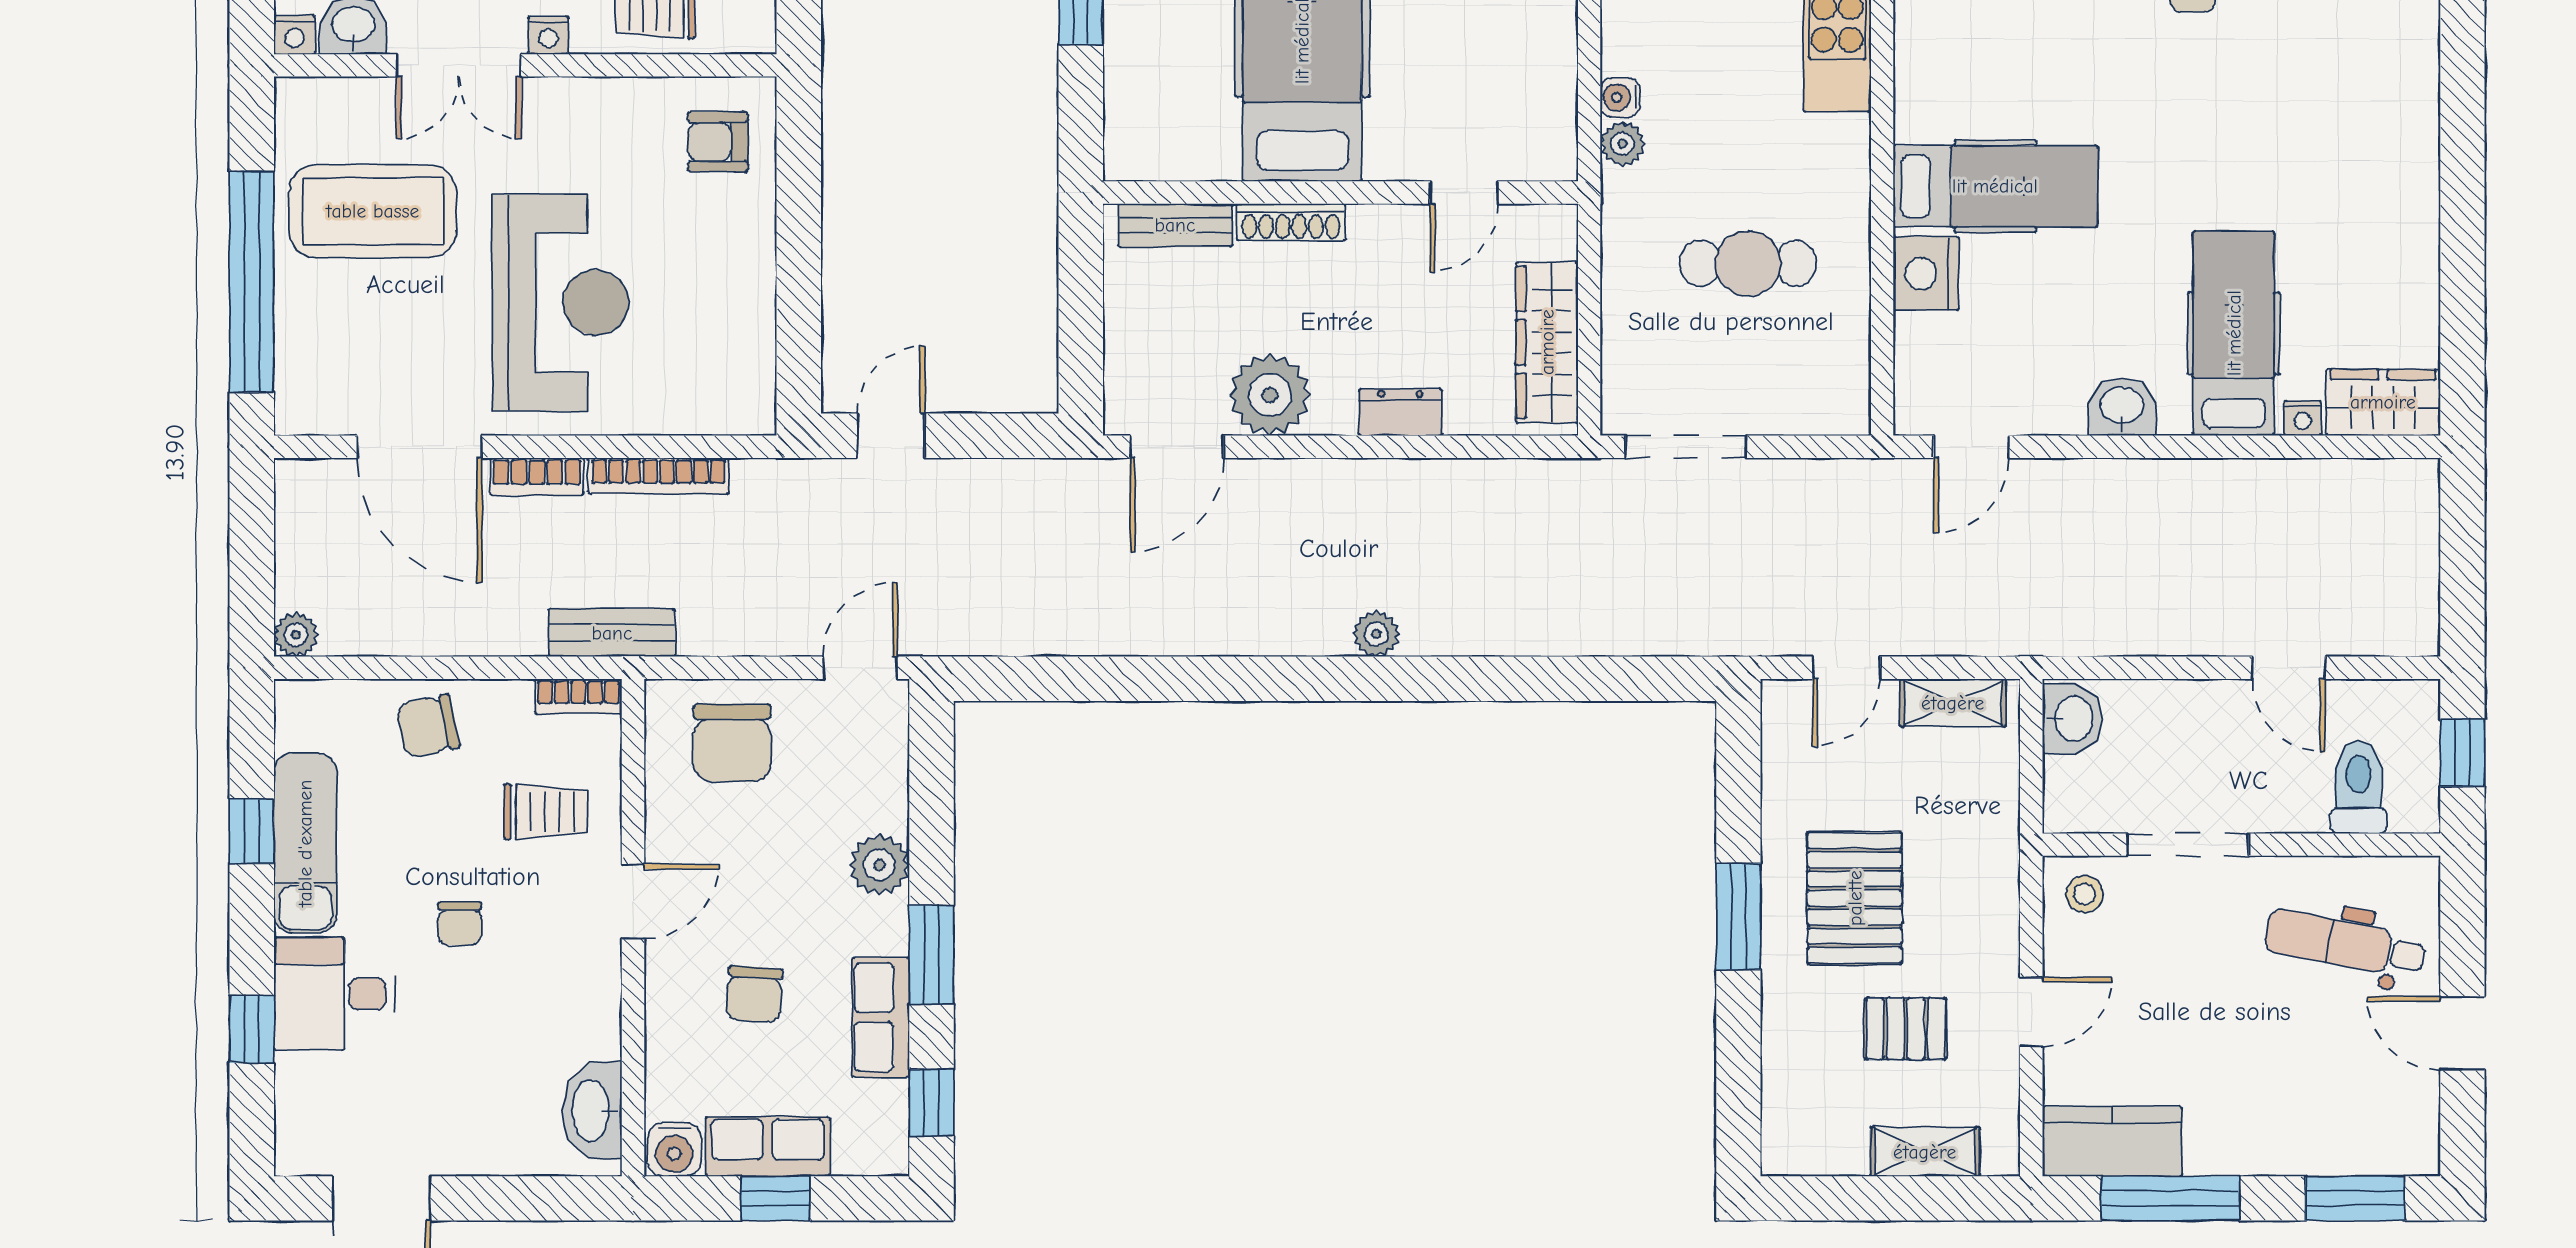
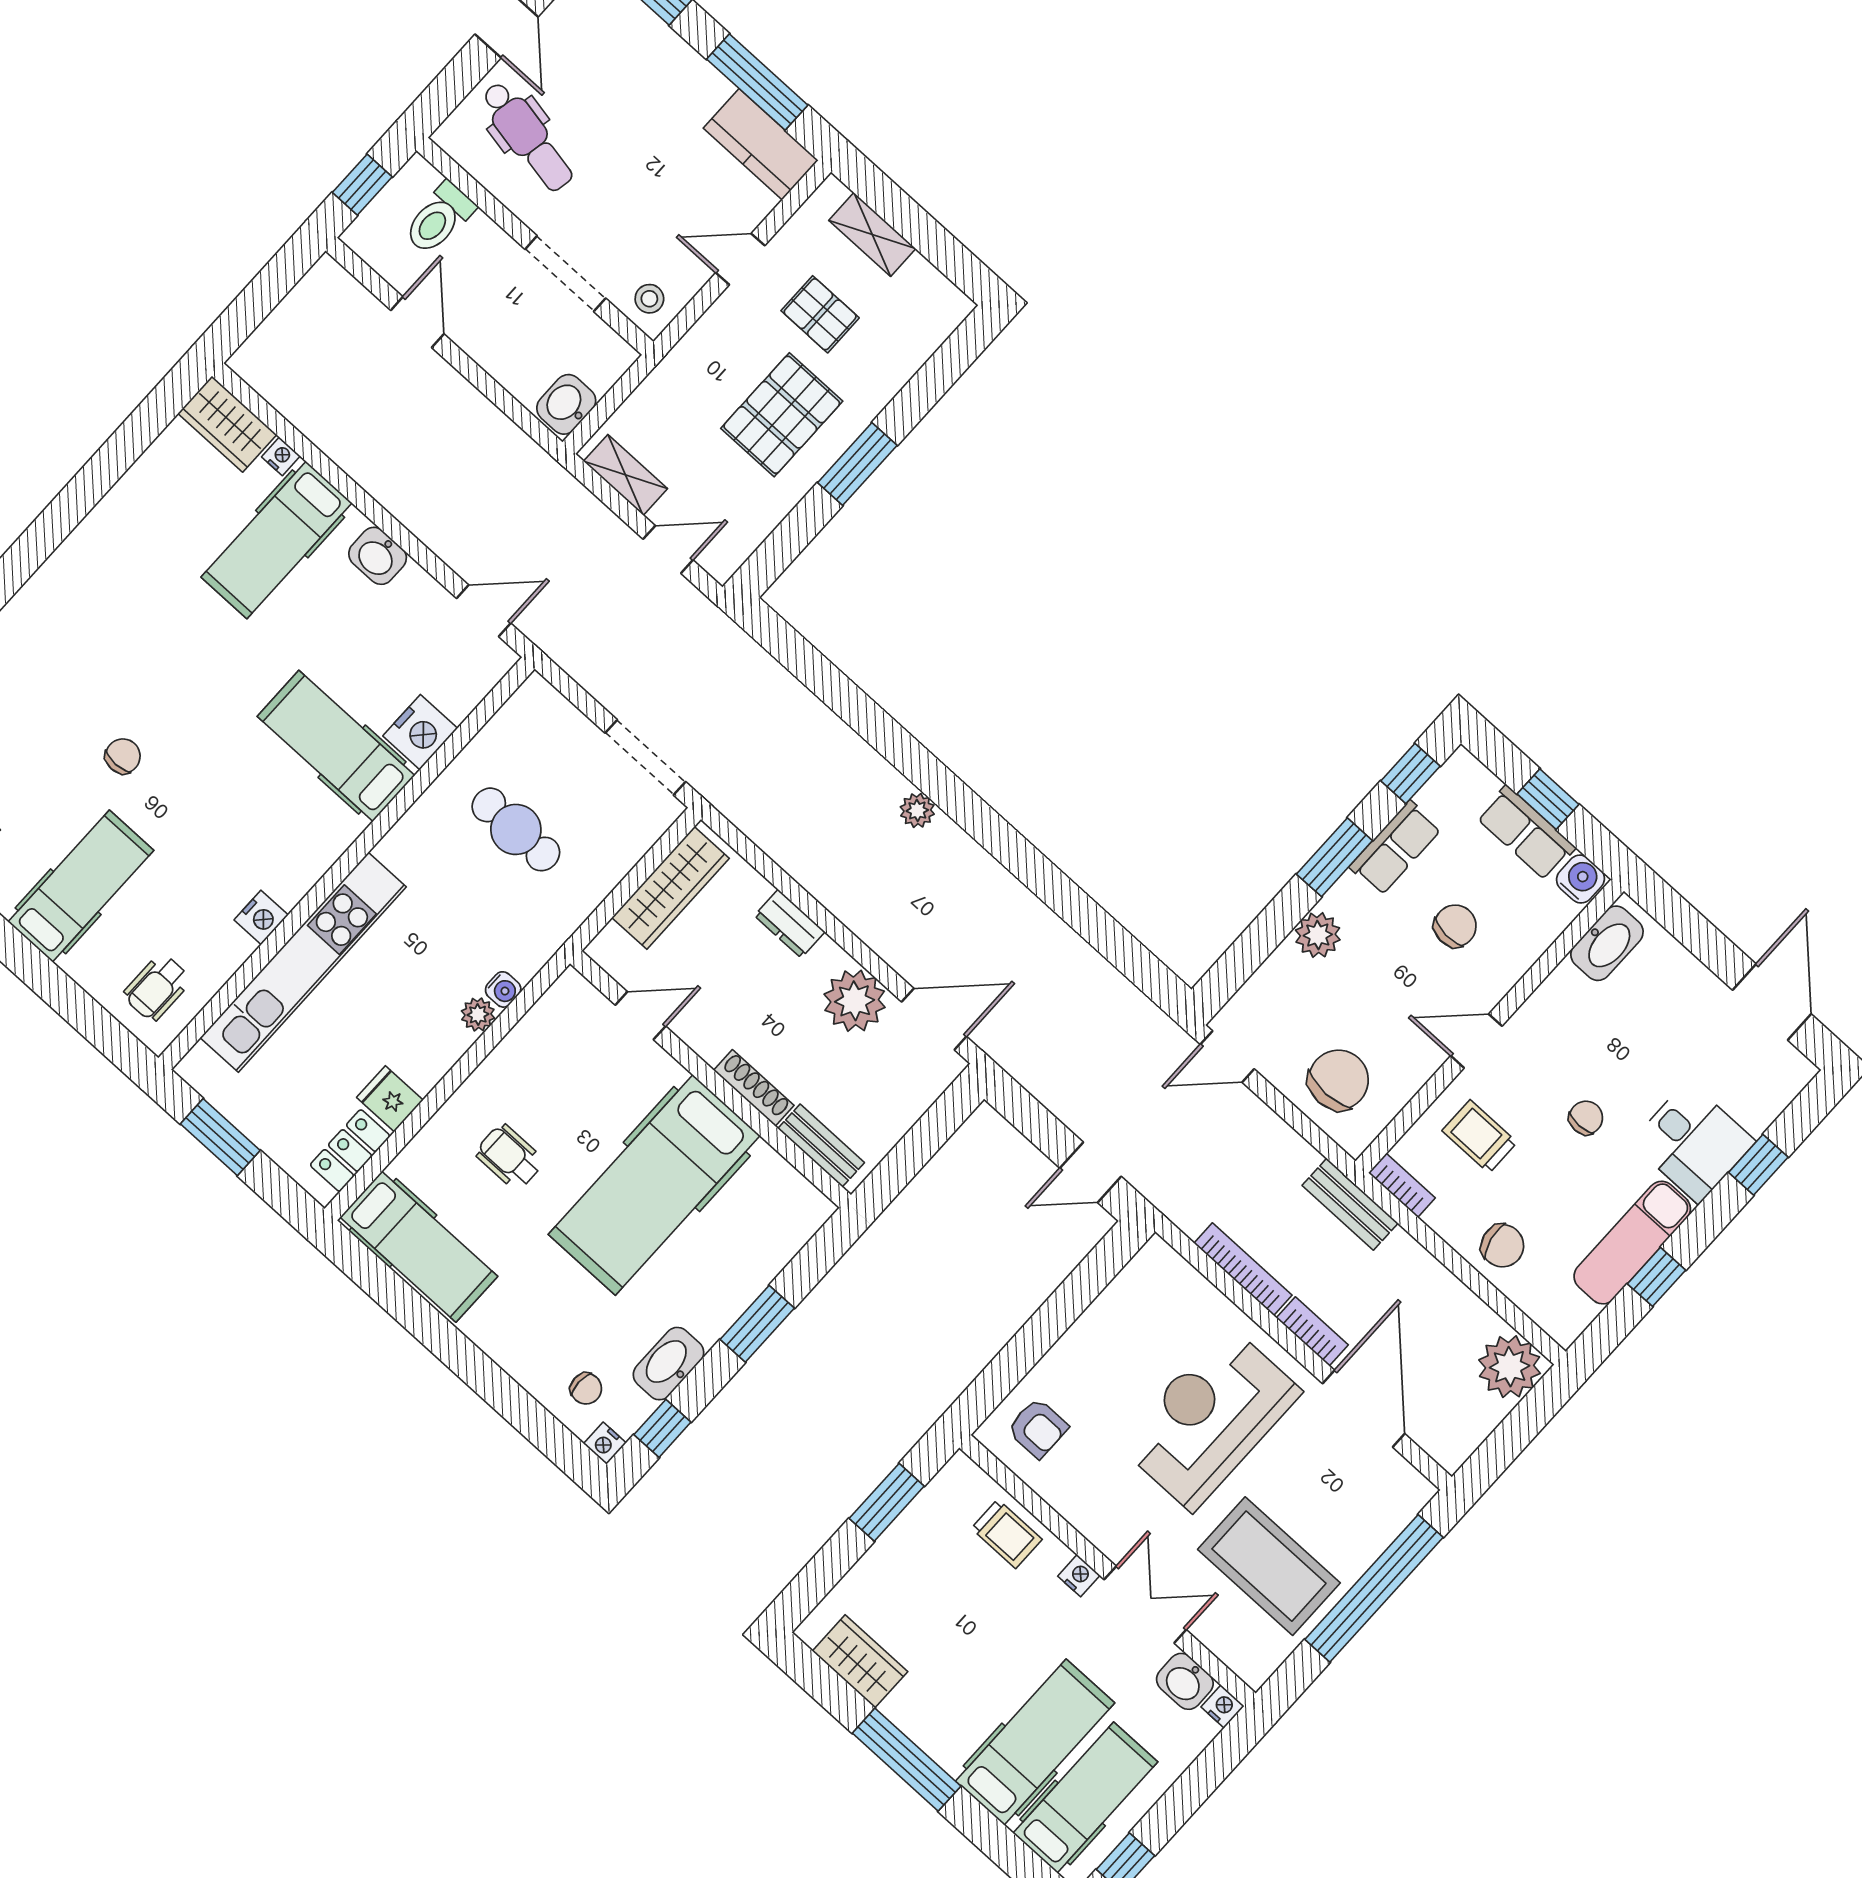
plant: (1622, 144) -> (478, 1014), moved
plant: (296, 635) -> (1510, 1367), width x1.88, depth x1.88

